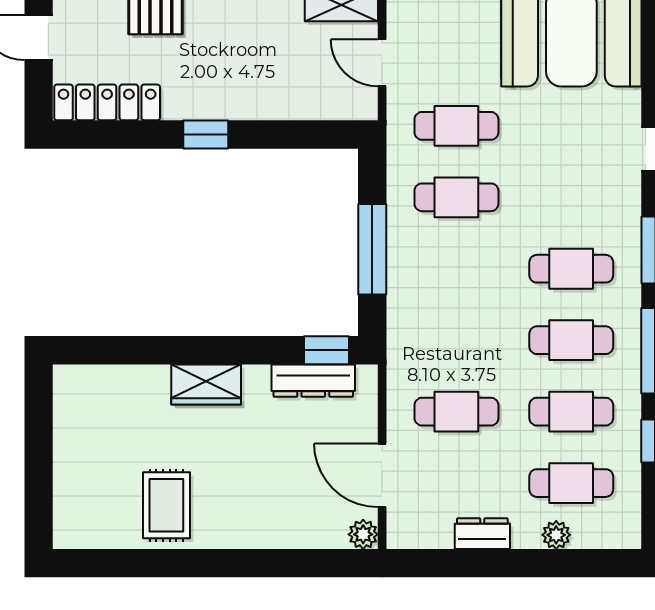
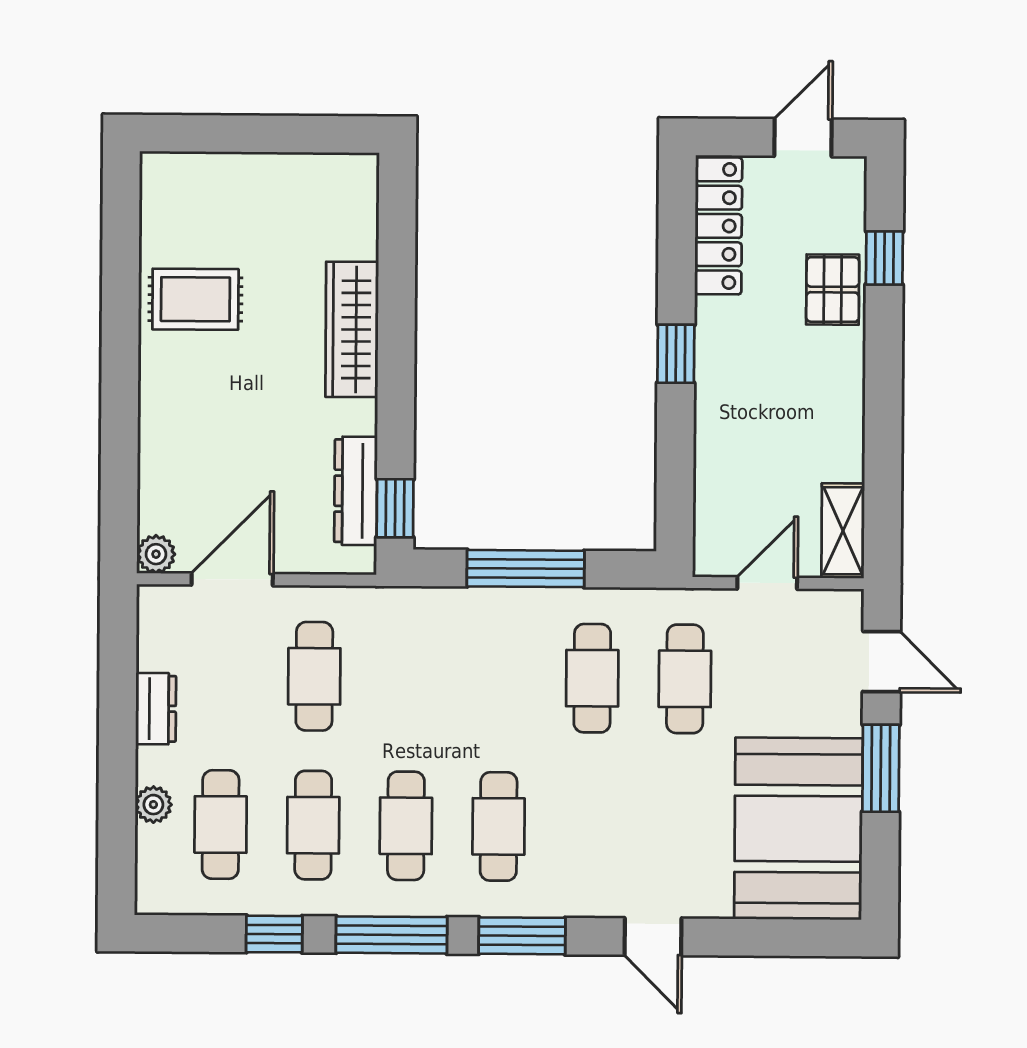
wardrobe: (206, 384) -> (352, 329), width x1.50

